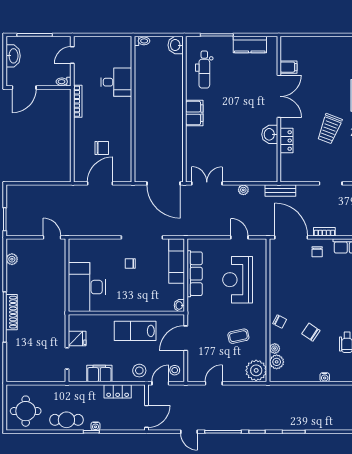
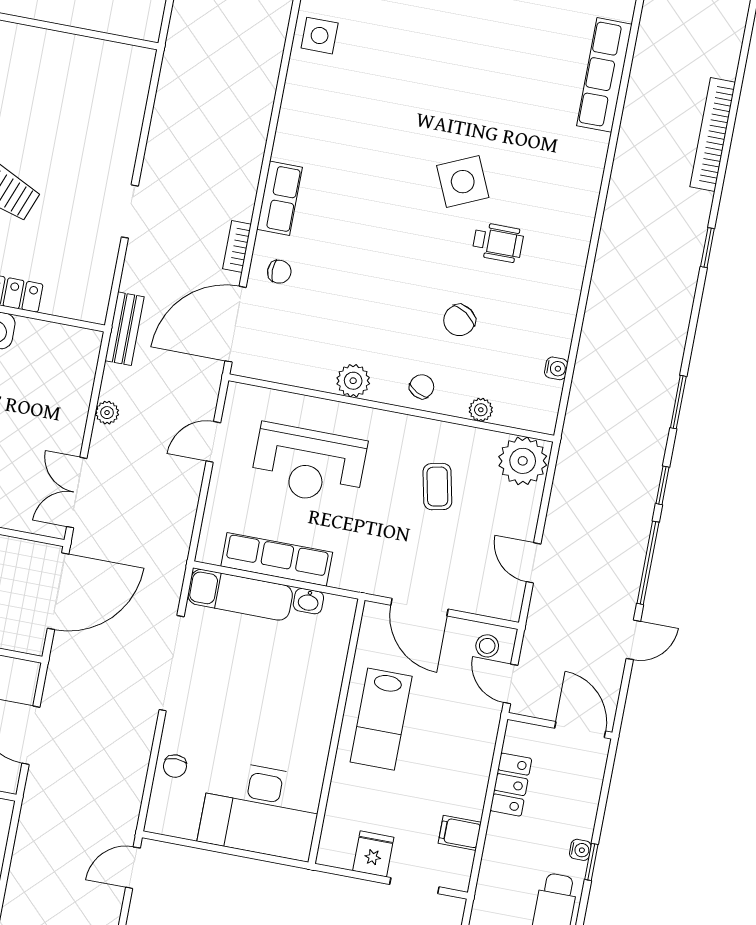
chair: (130, 263) -> (175, 766), moved
washbasin: (179, 305) -> (308, 601), moved
plant: (277, 362) -> (353, 381), moved
stool: (139, 371) -> (473, 726), removed
filing cabinet: (99, 373) -> (460, 833), width x0.50
water cooler: (325, 377) -> (556, 368), moved

